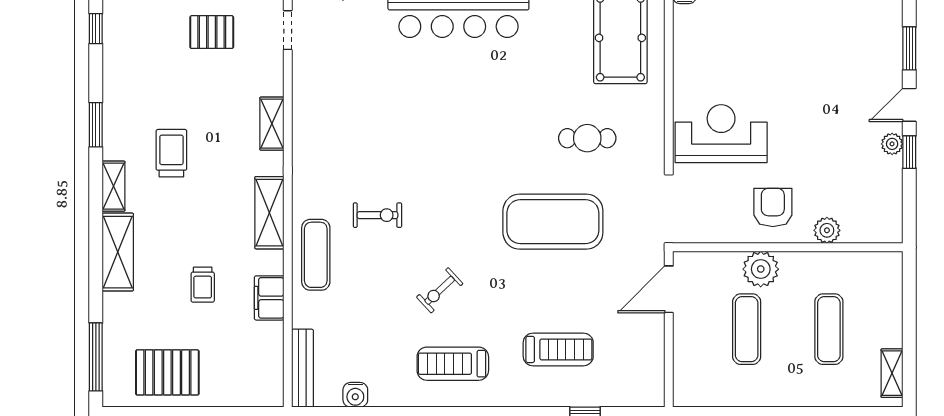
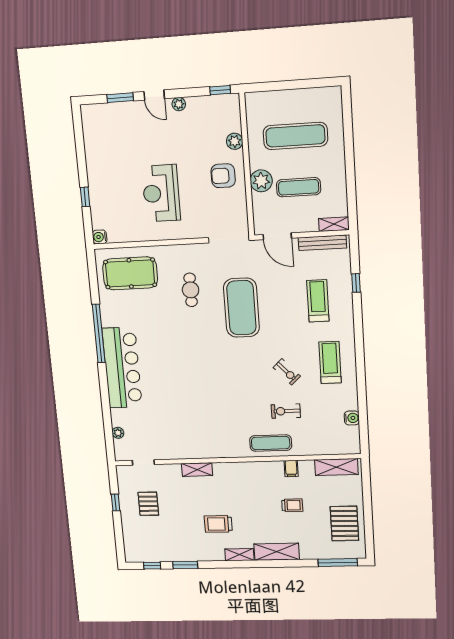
window: (96, 125) -> (185, 565), moved
reception desk: (721, 134) -> (161, 193), moved
window: (909, 152) -> (220, 90), moved
shelving: (269, 213) -> (336, 467), moved
exercise bike: (377, 215) -> (286, 411), moved, turned -90
filing cabinet: (269, 298) -> (291, 468), width x0.50
exercise mat: (829, 329) -> (295, 136), width x1.36, depth x1.45
treadmill: (453, 364) -> (330, 362), turned 180
bench: (302, 368) -> (322, 243), moved
shelving: (892, 373) -> (334, 224), moved

